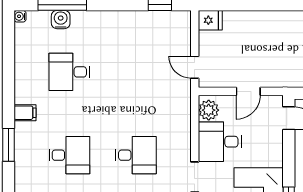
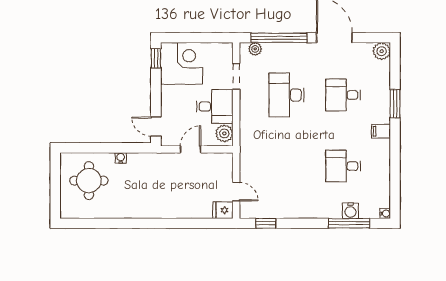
door: (195, 67) -> (236, 192), moved
desk: (69, 72) -> (343, 166), turned 180
desk: (136, 155) -> (286, 95), width x1.37

